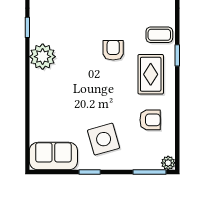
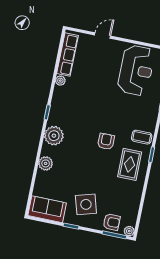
plant: (39, 96) -> (46, 163), added
armchair: (150, 120) -> (112, 222), moved

